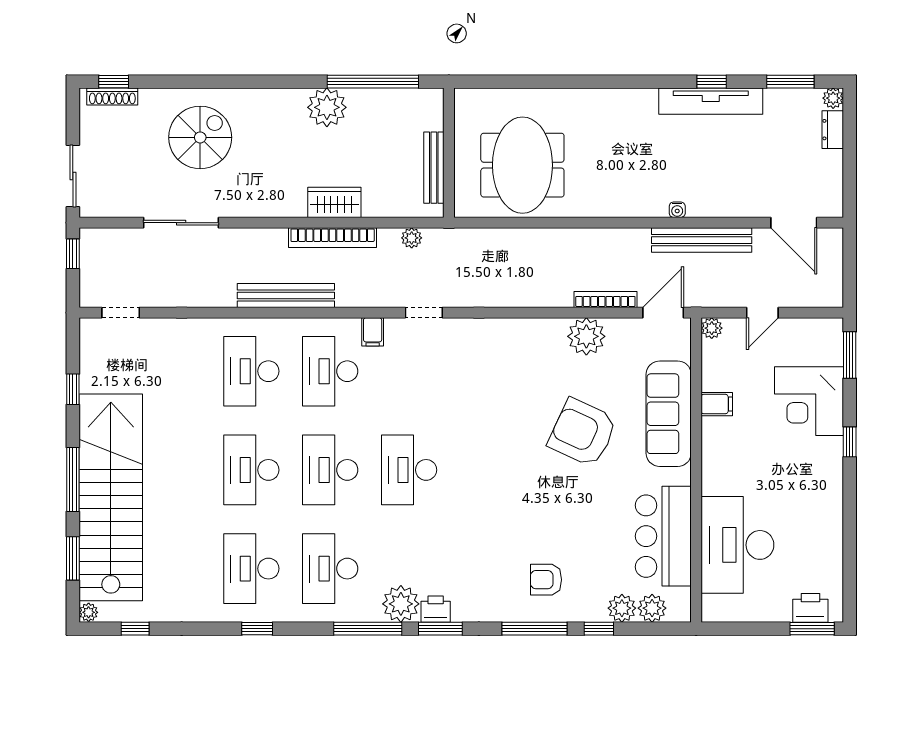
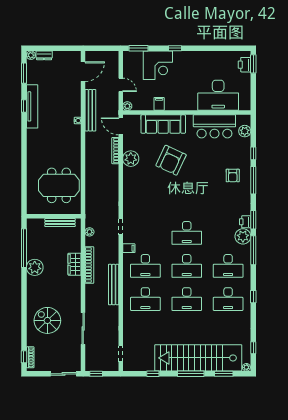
plant: (622, 608) -> (245, 144), removed

